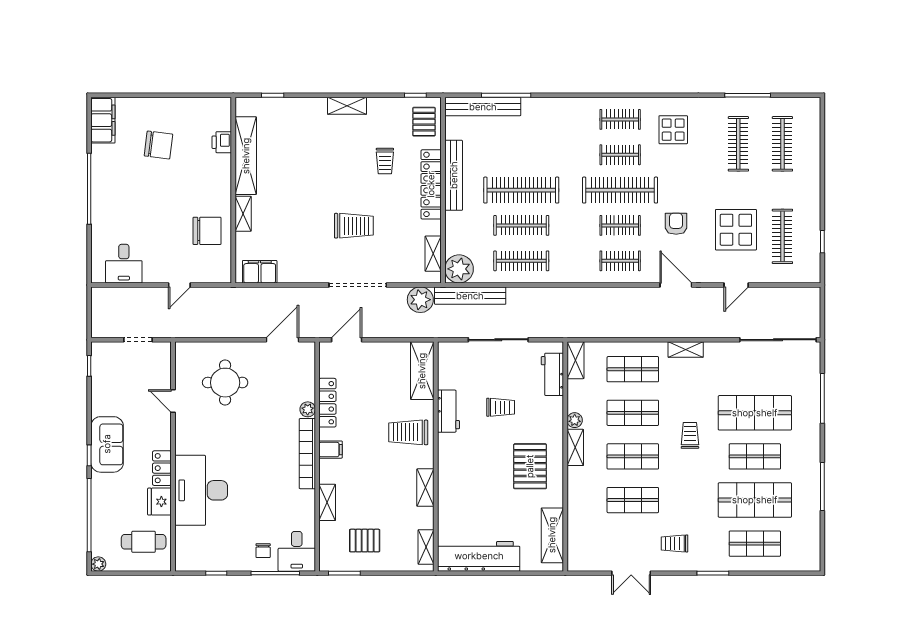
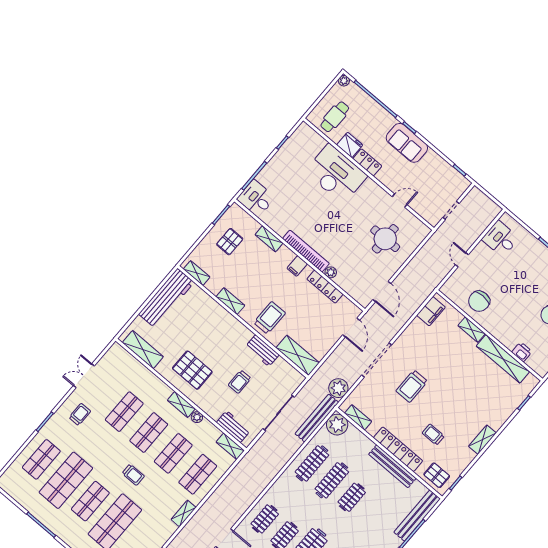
clothes rail: (521, 190) -> (352, 497), width x0.54, depth x0.76
chair: (263, 551) -> (273, 180), removed

